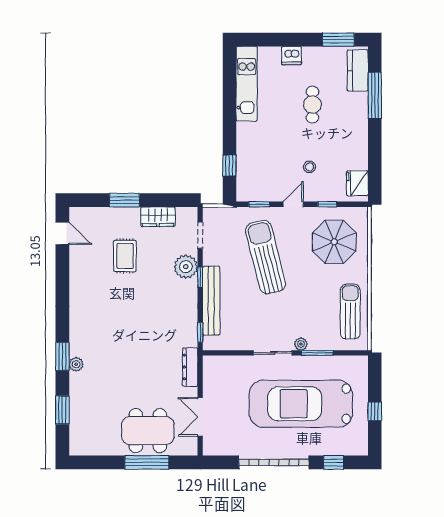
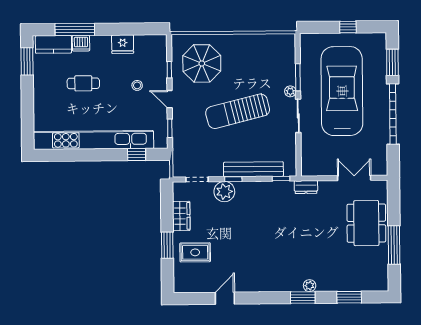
dishwasher: (292, 56) -> (81, 43), moved, turned 90
kitchen unit: (247, 84) -> (93, 140), width x1.86
fridge: (357, 183) -> (123, 44), moved
door: (62, 233) -> (225, 298), moved
rug: (125, 256) -> (195, 252), moved
sun lounger: (265, 257) -> (238, 111), moved
sun lounger: (350, 312) -> (262, 49), removed
dresser: (190, 367) -> (306, 187), width x0.70
car: (301, 404) -> (342, 91), turned 180
double door: (200, 417) -> (354, 178), swing flipped
window: (147, 462) -> (394, 245), moved
window: (334, 462) -> (392, 62), width x1.50

